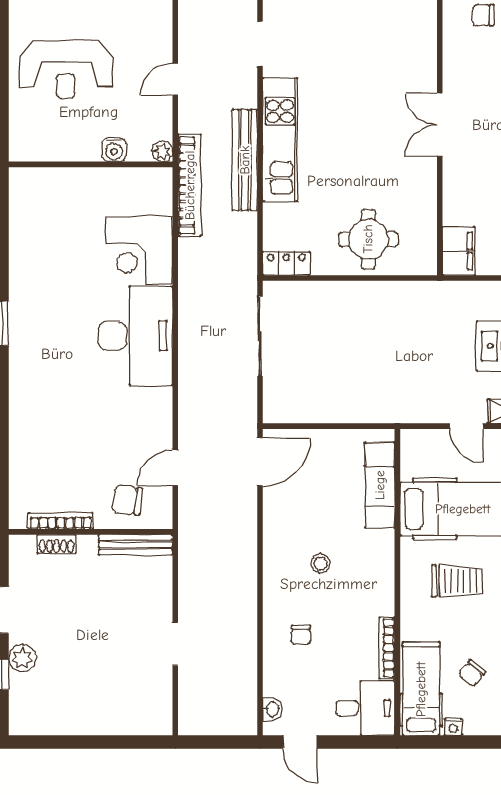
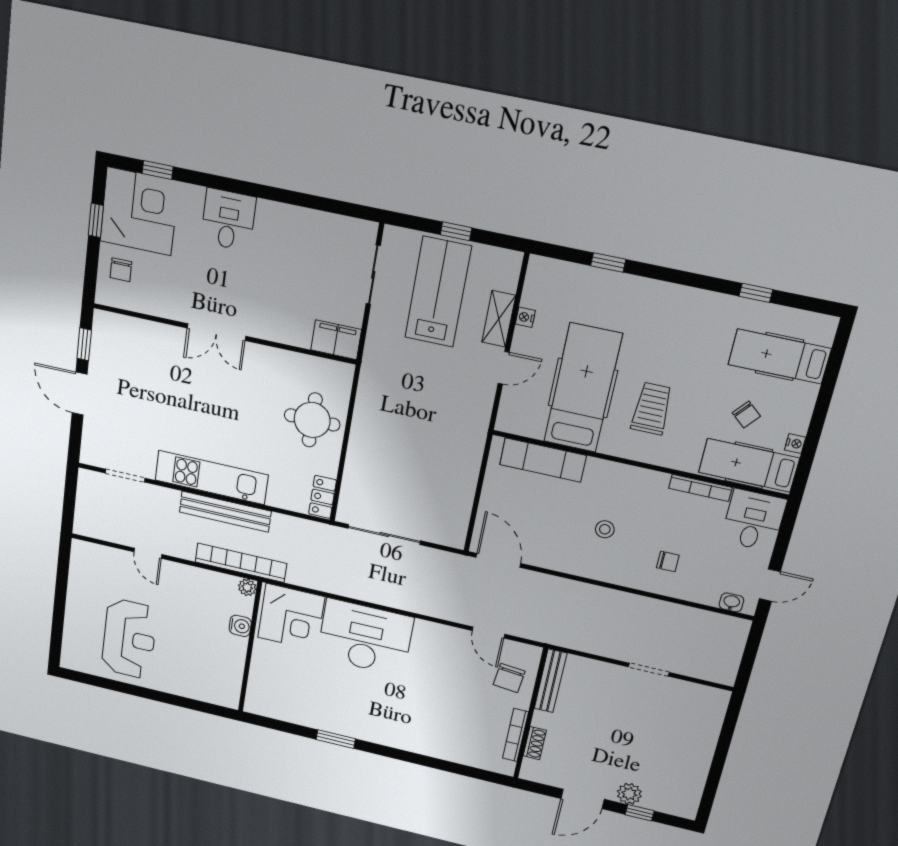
water cooler: (114, 150) -> (240, 626), moved
plant: (162, 151) -> (247, 587), moved
wall: (91, 164) -> (250, 647), moved

